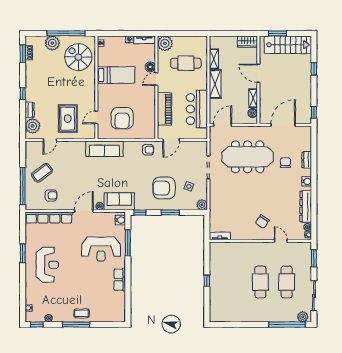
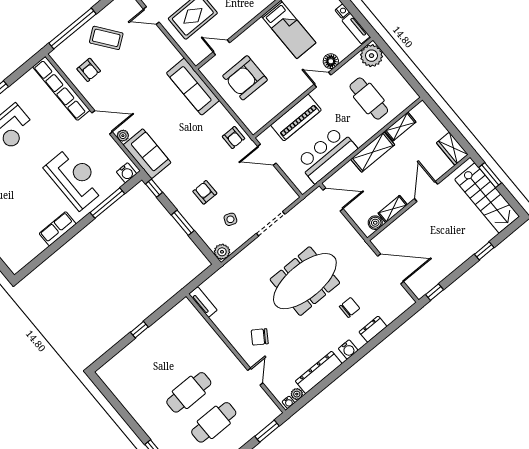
meeting table: (248, 157) -> (305, 281), moved, turned 90
armchair: (164, 188) -> (205, 192), width x0.53, depth x0.53
reception desk: (101, 249) -> (75, 178), turned 180

